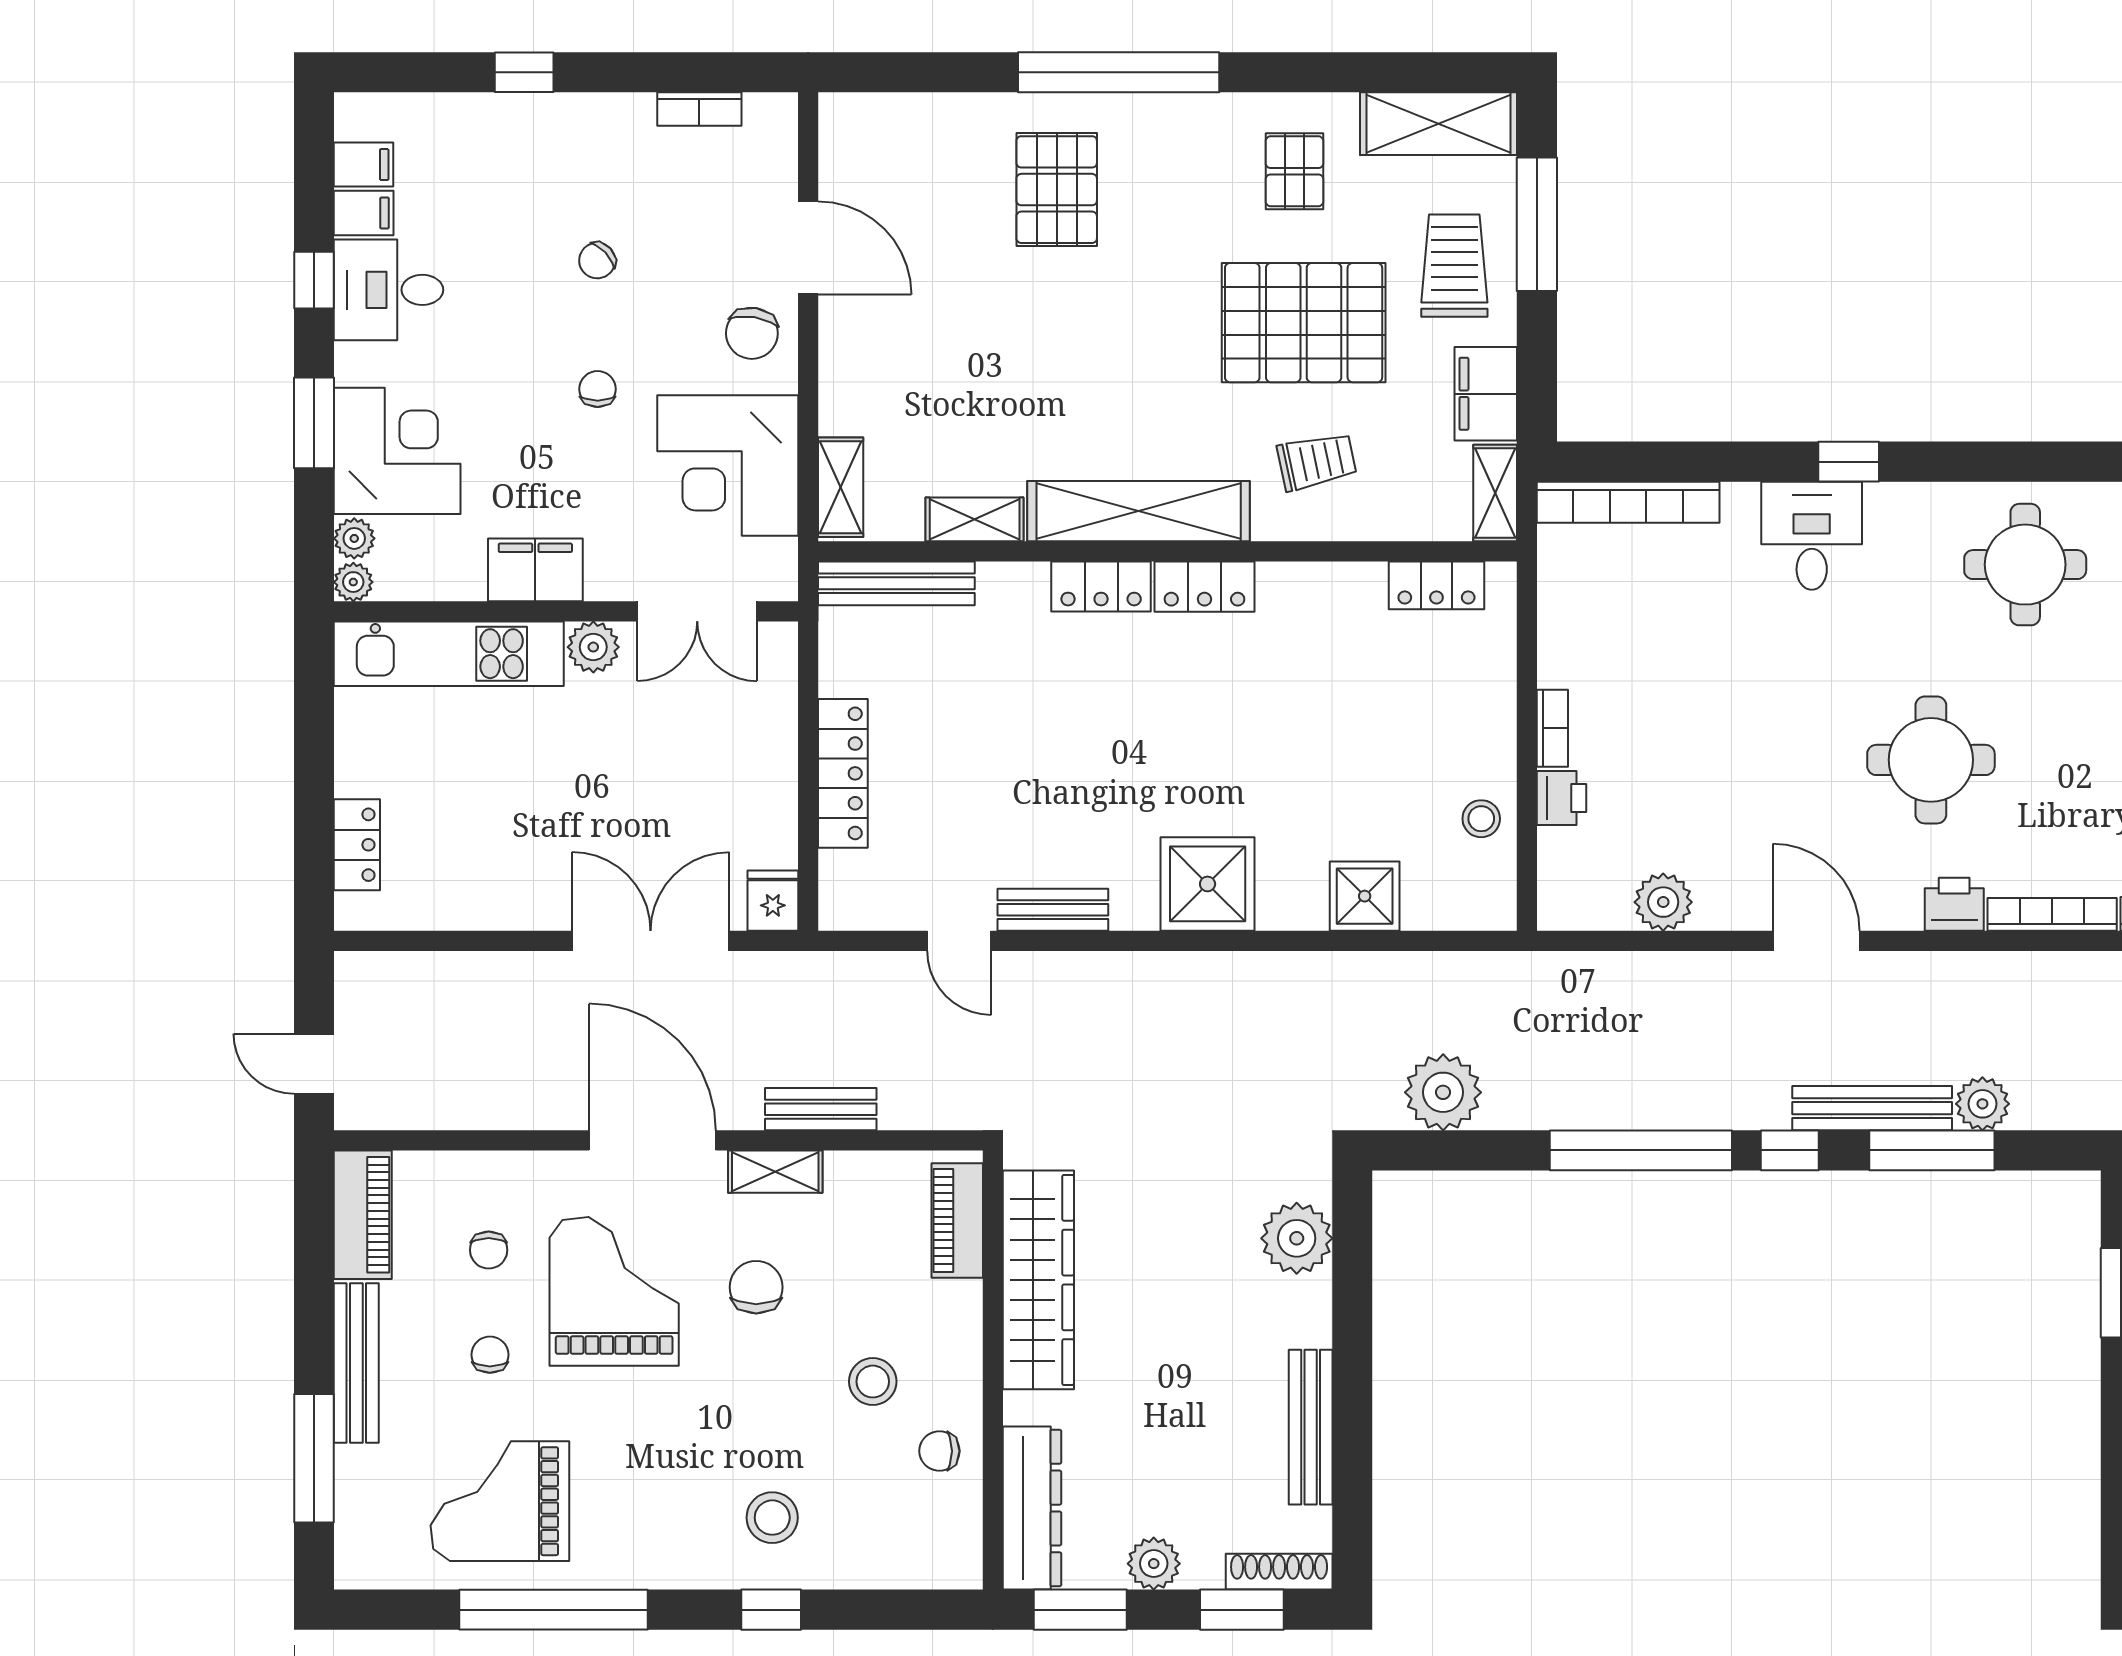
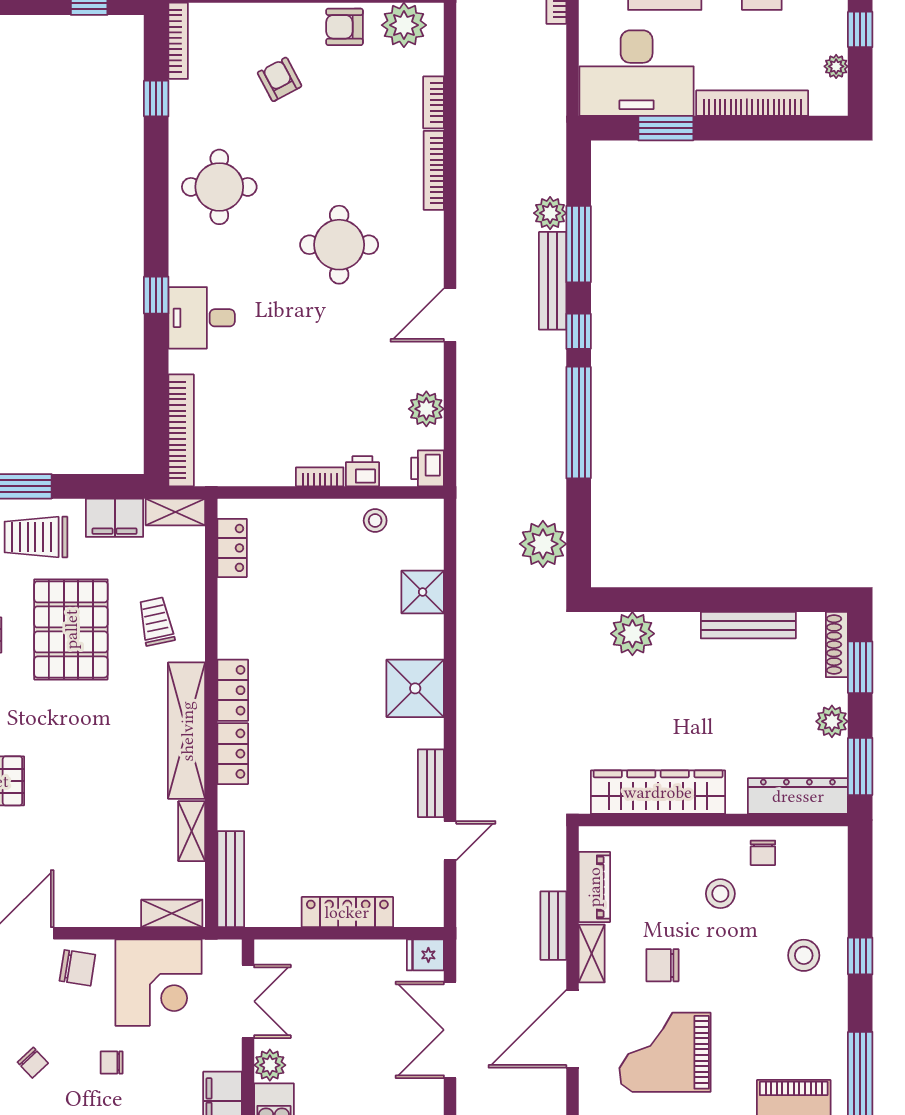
printer: (1954, 904) -> (428, 468), moved
piano: (957, 1220) -> (594, 887), moved, turned -90

